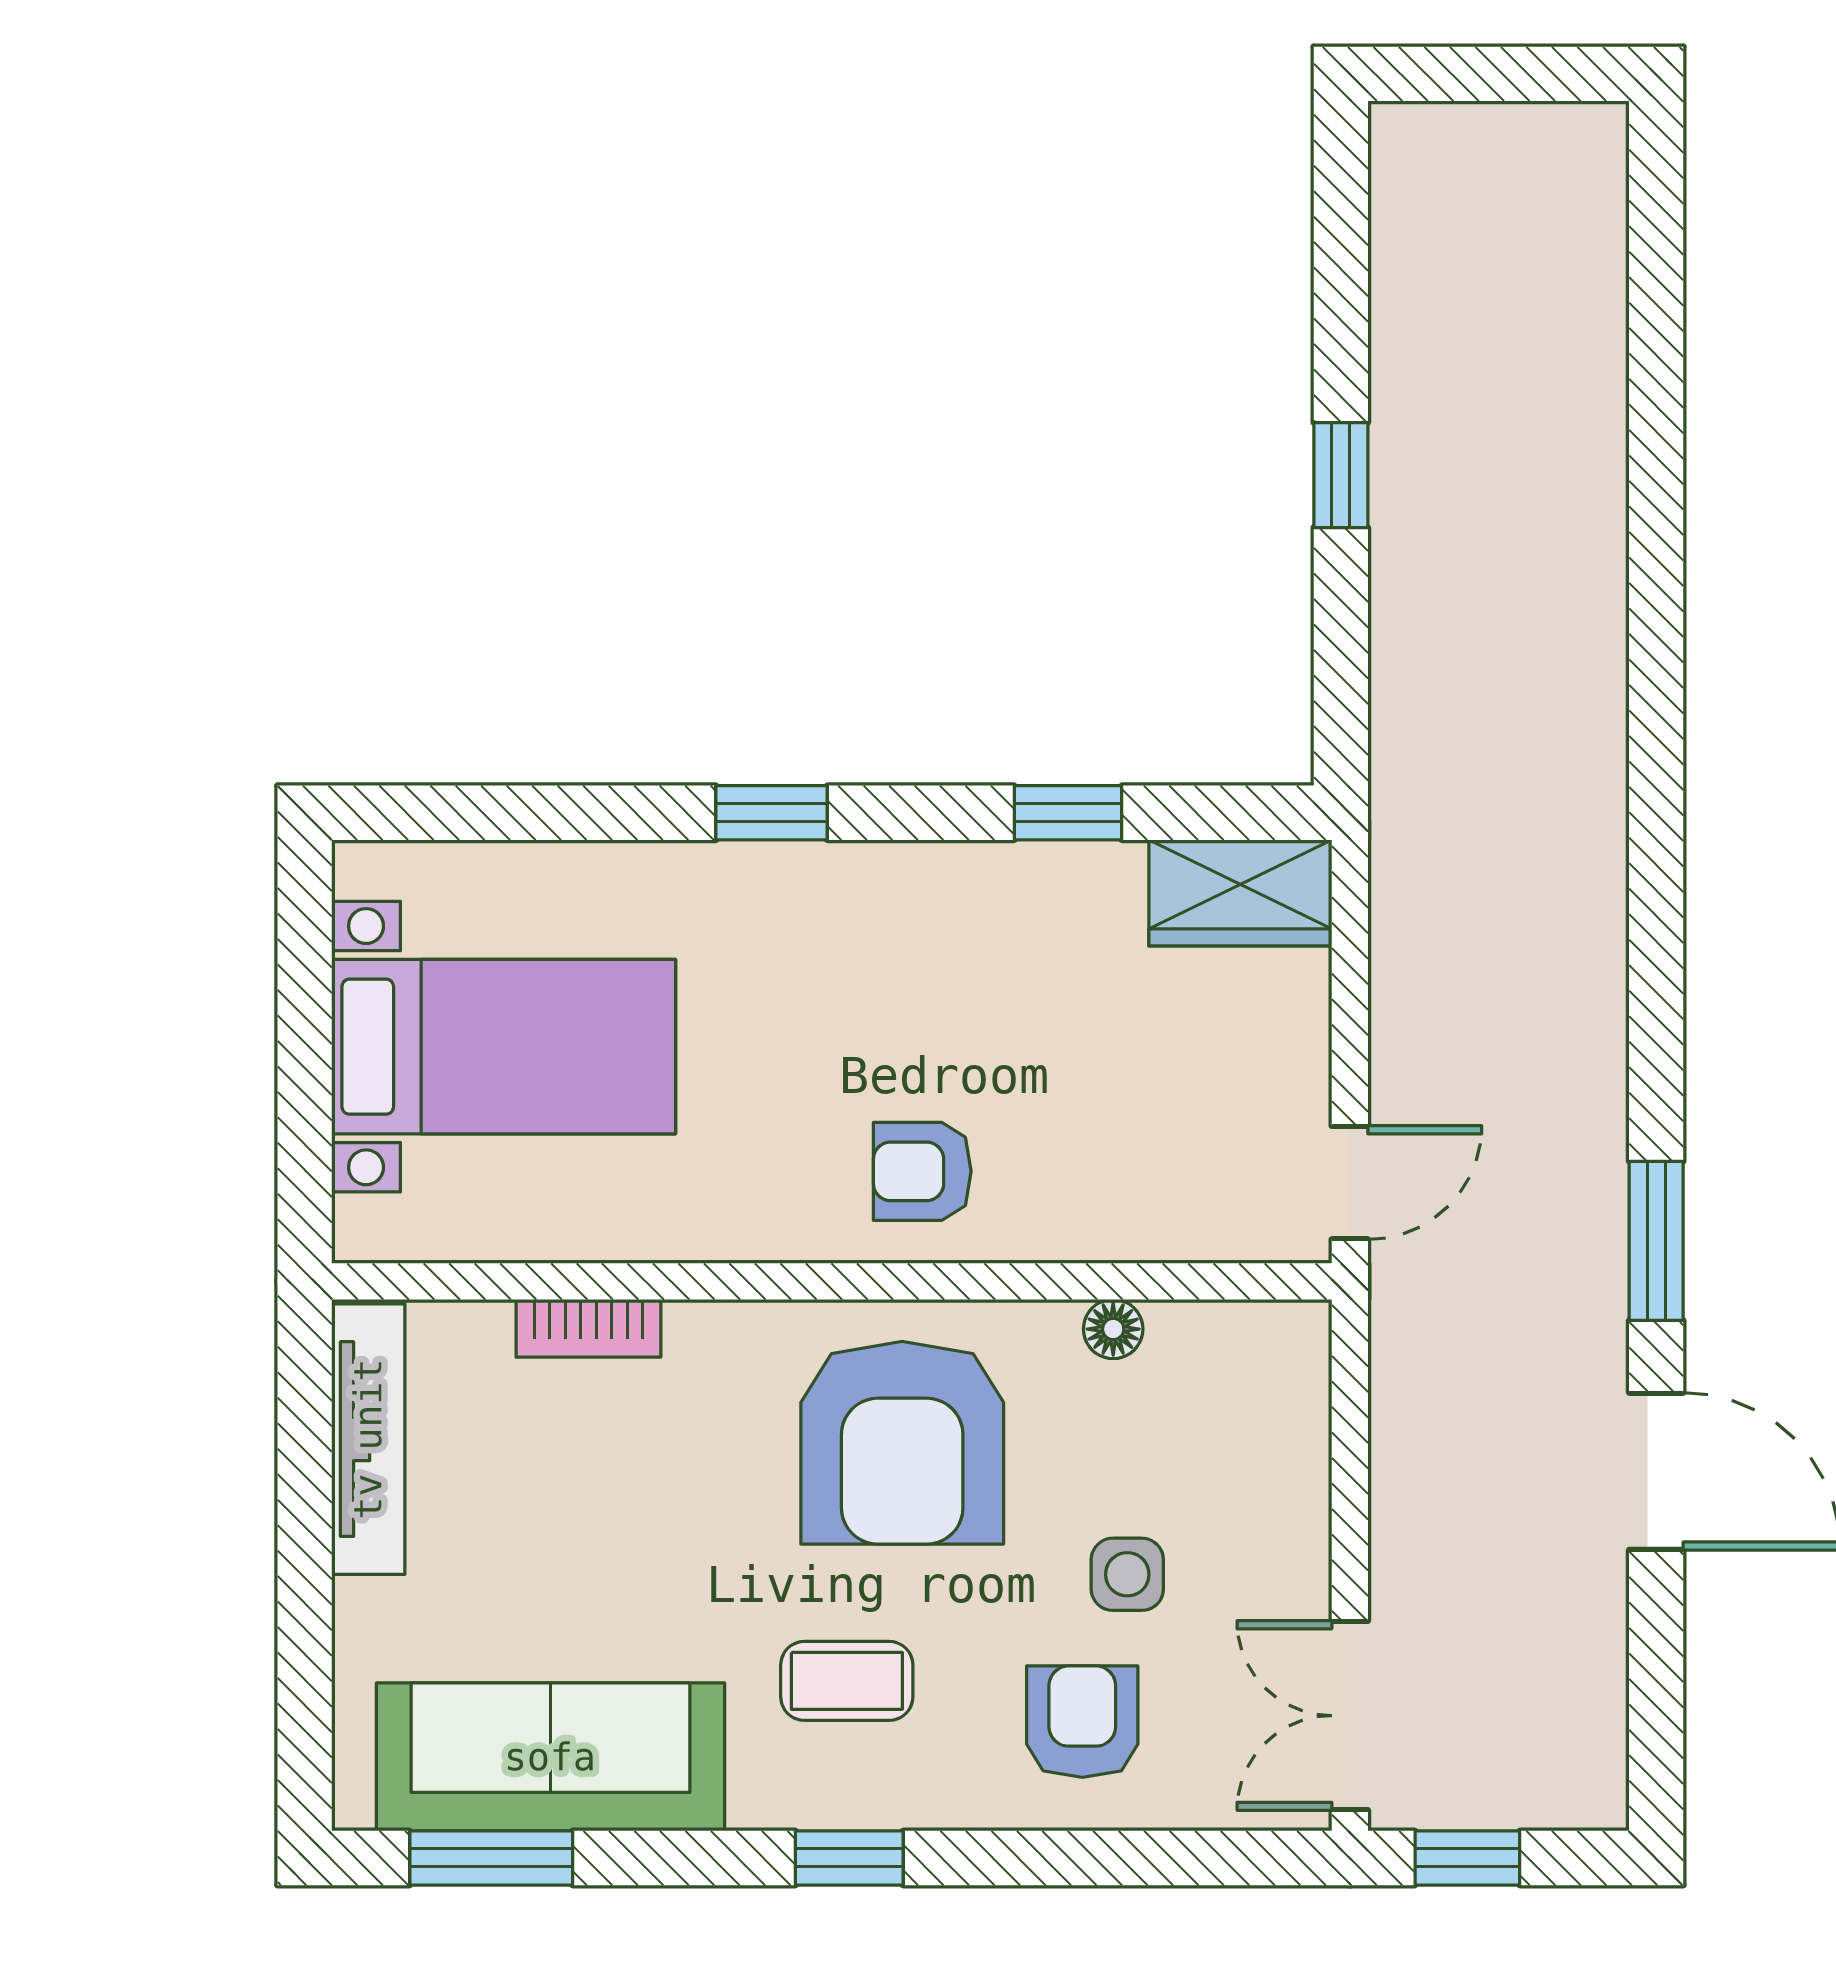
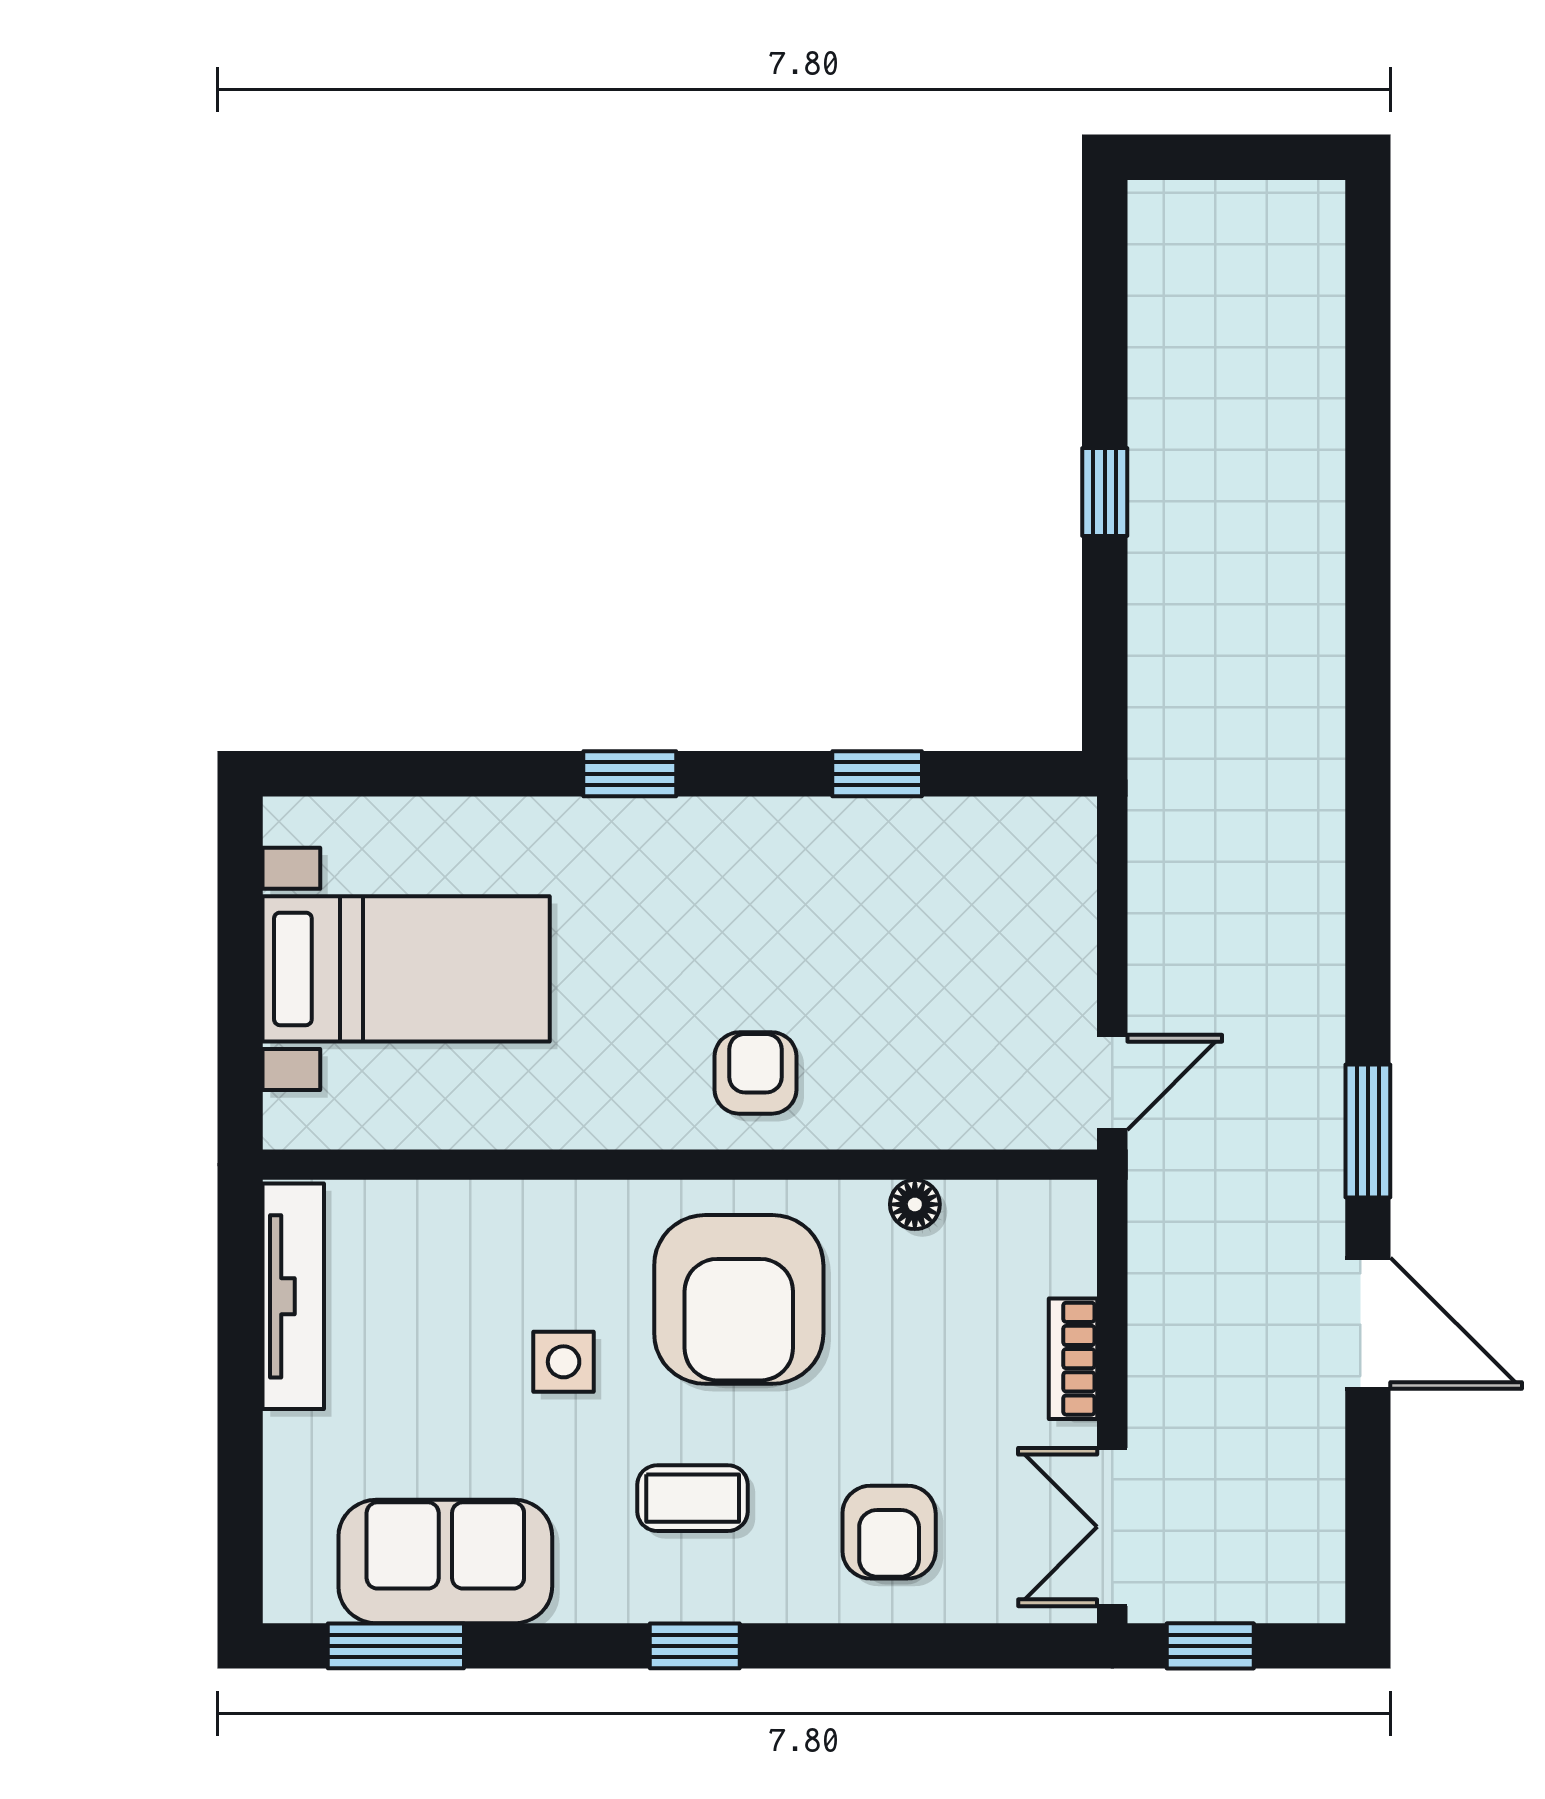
wardrobe: (1240, 893) -> (1021, 841), removed
armchair: (922, 1171) -> (755, 1073), turned 90
bookcase: (588, 1328) -> (1073, 1359), moved, turned 90
side table: (1127, 1574) -> (564, 1362), moved
armchair: (1082, 1722) -> (889, 1532), turned 180
sofa: (550, 1757) -> (445, 1561), width x0.73

